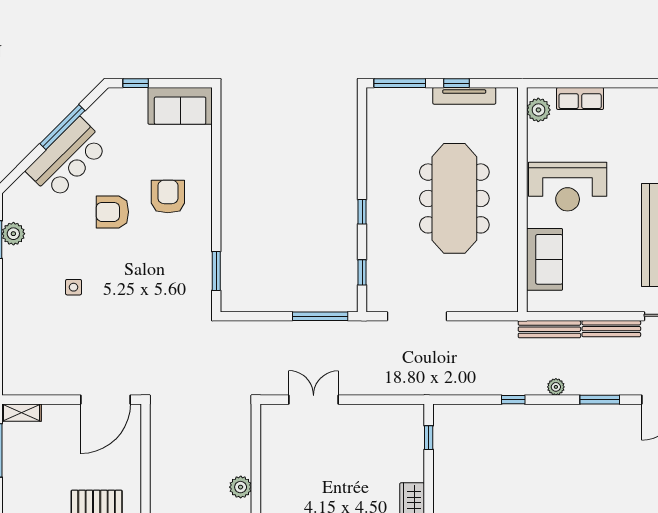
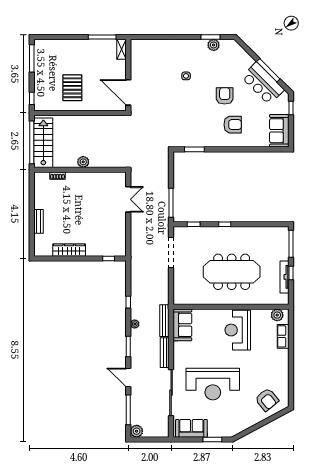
bar counter: (67, 159) -> (263, 83), moved
sofa: (544, 259) -> (182, 325), moved, turned -90

